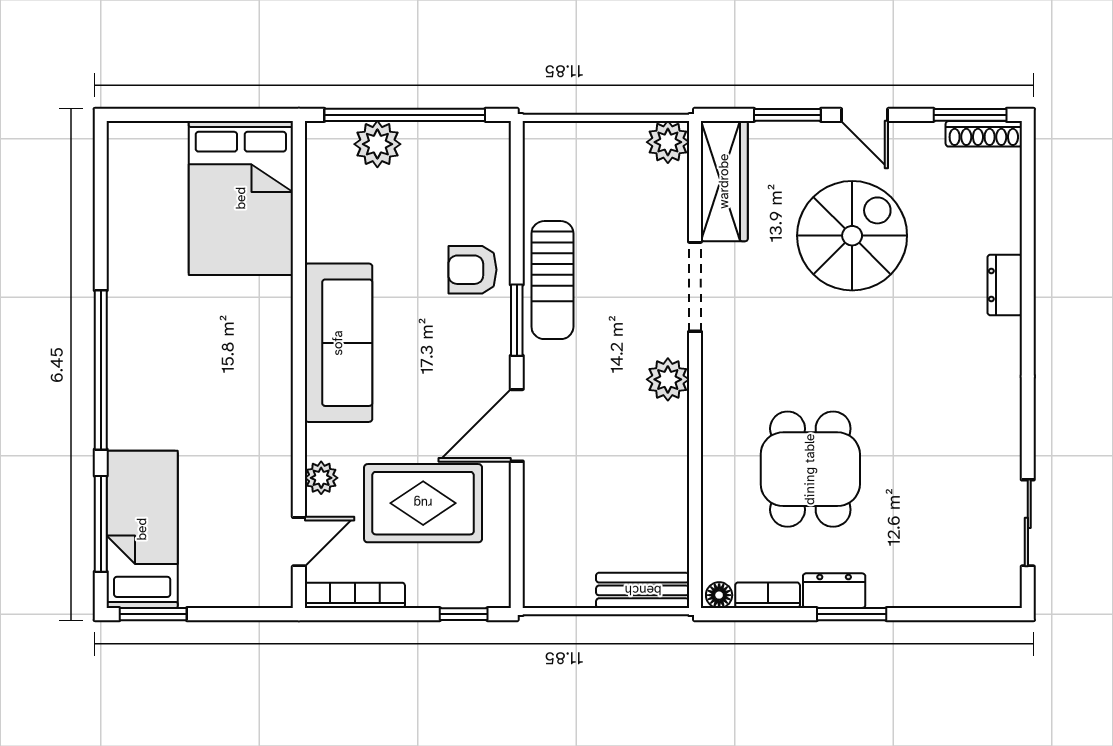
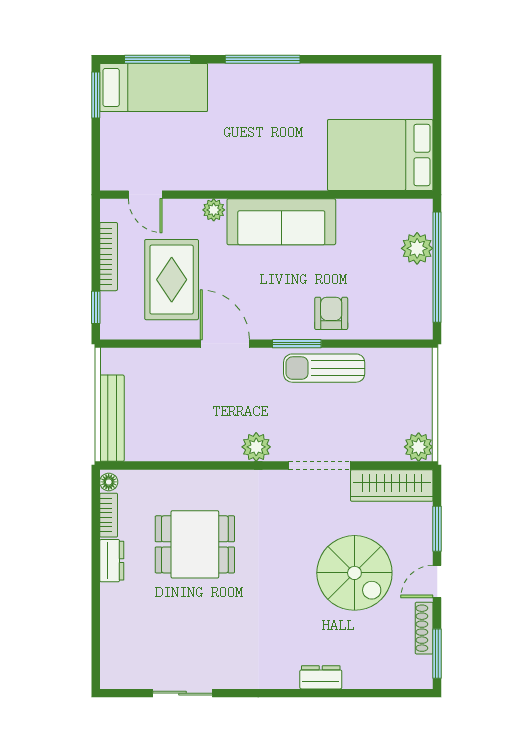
shoe rack: (984, 134) -> (424, 628), moved
window: (101, 370) -> (263, 59), width x0.68
plant: (321, 478) -> (214, 210), moved
sliding door: (1028, 523) -> (183, 693), moved
bench: (643, 590) -> (112, 418), width x1.36
bookcase: (355, 595) -> (109, 257), moved
window: (852, 614) -> (96, 573), removed

